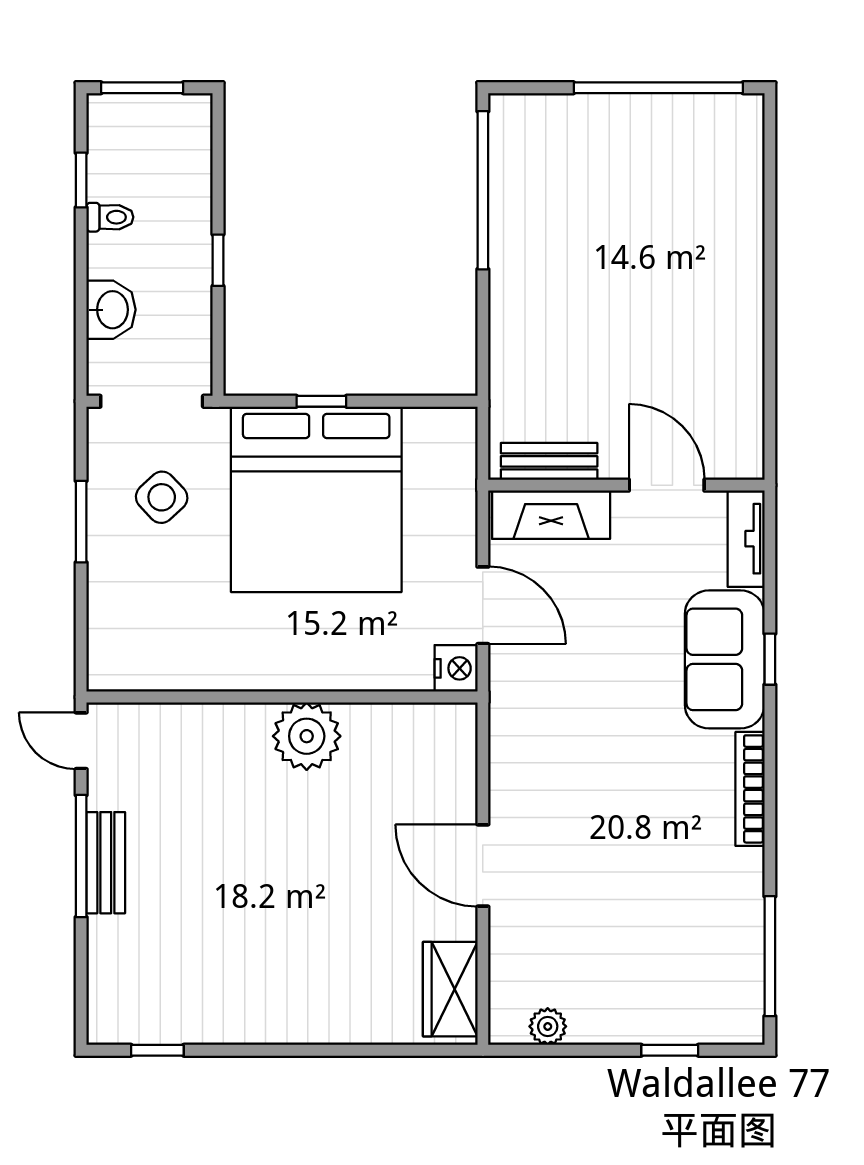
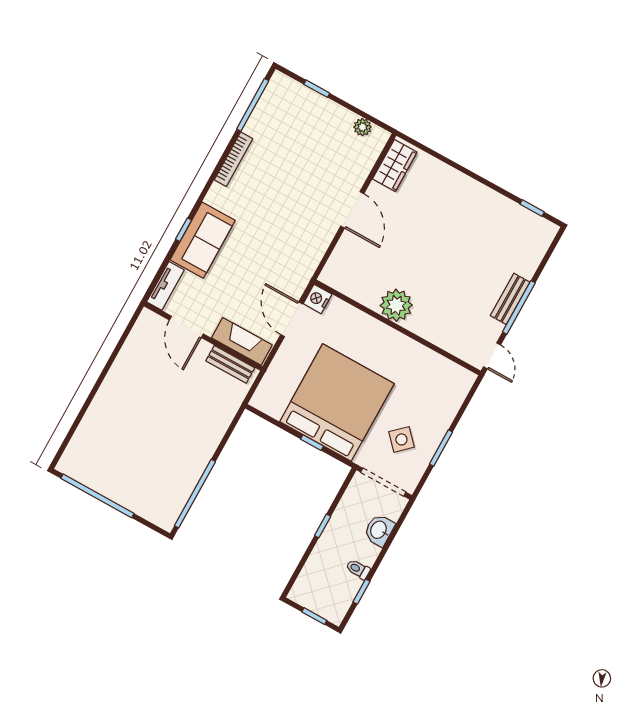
window: (142, 88) -> (314, 616), width x0.67
bookcase: (750, 789) -> (234, 159), moved

